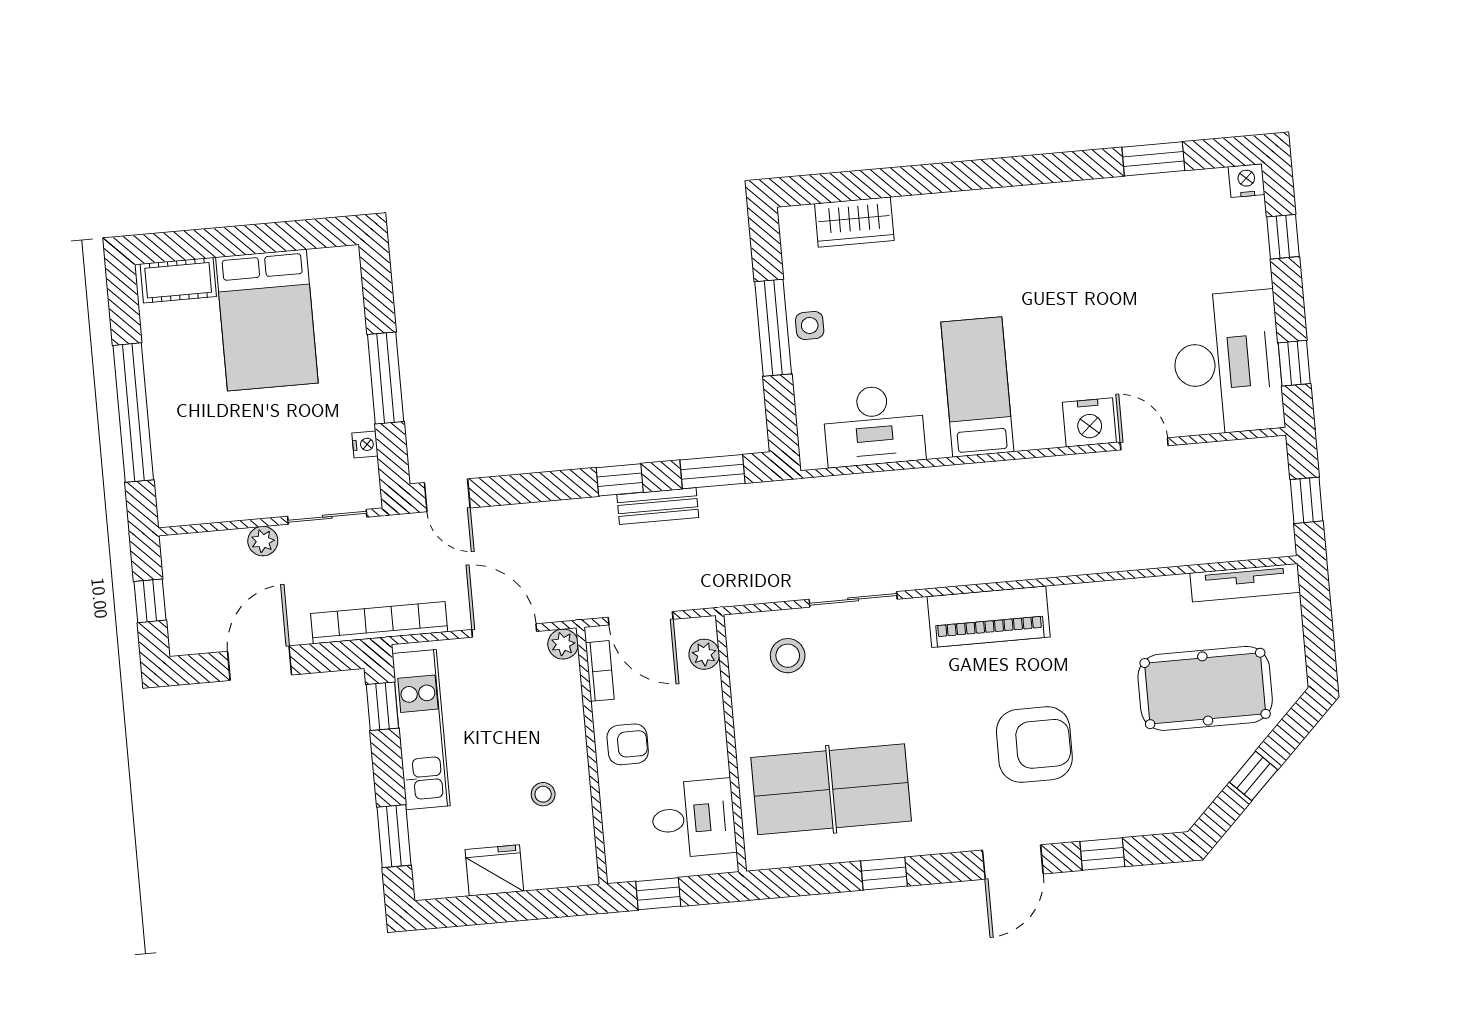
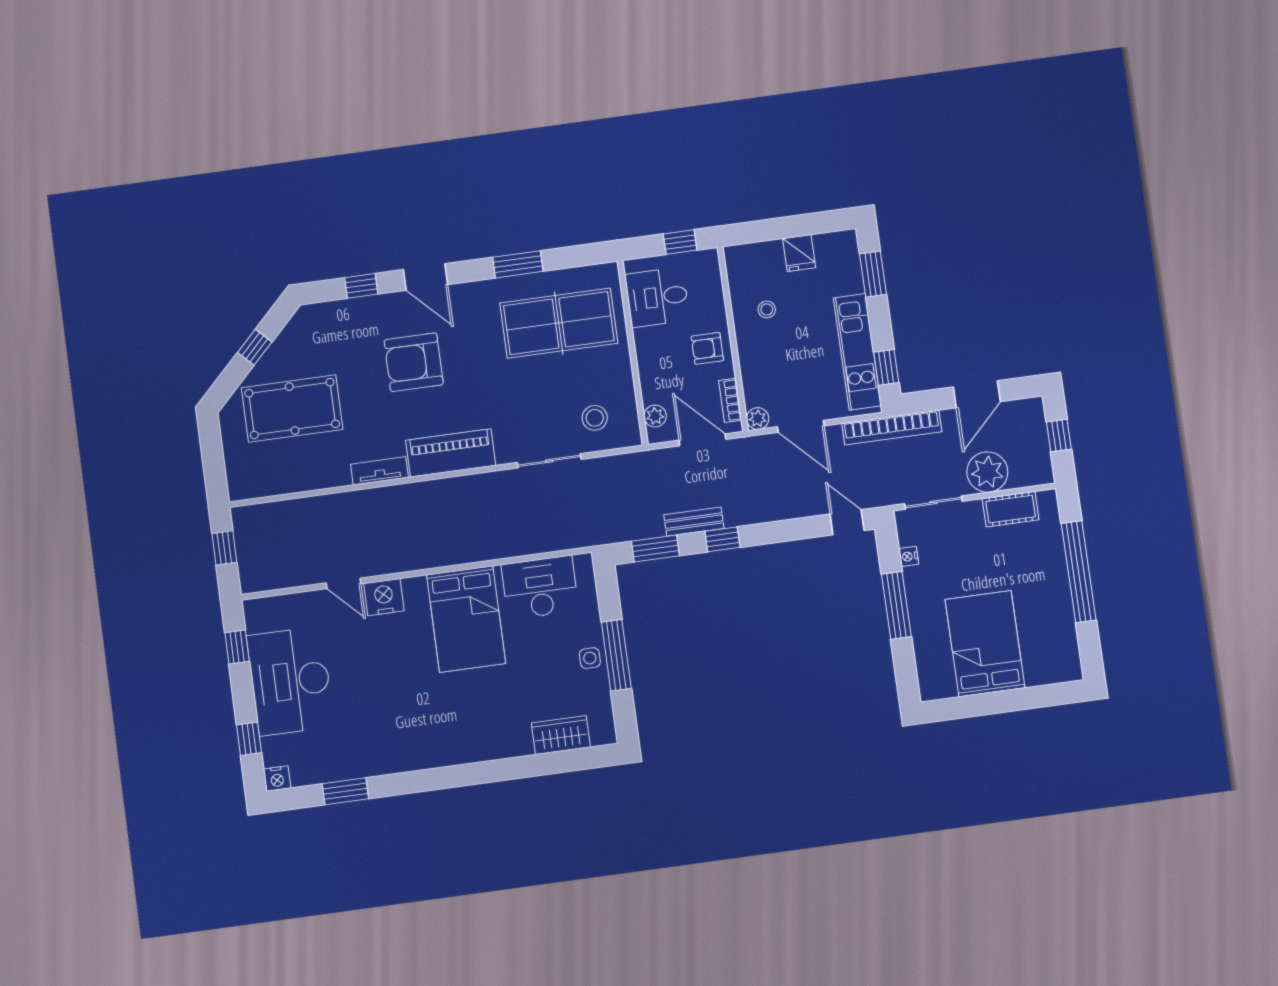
cot: (178, 280) -> (1011, 509), moved
desk: (1227, 363) -> (290, 681), moved
bed: (977, 387) -> (466, 619), width x1.50
plant: (263, 541) -> (987, 472), width x1.88, depth x1.88
tv unit: (1245, 583) -> (380, 471), moved, width x0.71
door: (1013, 862) -> (425, 277), swing flipped
fridge: (494, 870) -> (799, 253), width x0.72
window: (884, 874) -> (518, 264), width x1.50

